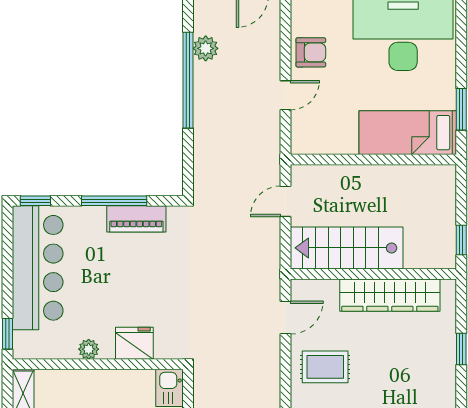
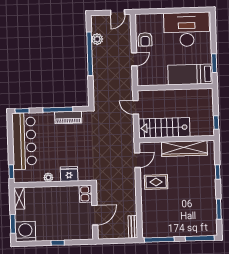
armchair: (311, 52) -> (145, 39), turned 90
door: (286, 201) -> (136, 107), hinge flipped

